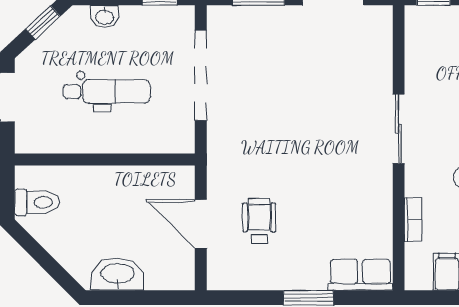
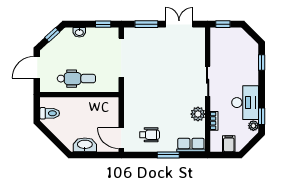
dental chair: (107, 91) -> (76, 79), moved
plant: (376, 204) -> (198, 114), added
wheelchair: (259, 221) -> (150, 135), moved, turned 90
door: (201, 224) -> (121, 138), moved

